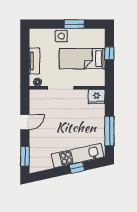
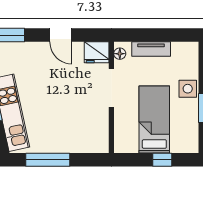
fridge: (97, 97) -> (97, 52), moved, turned -90

